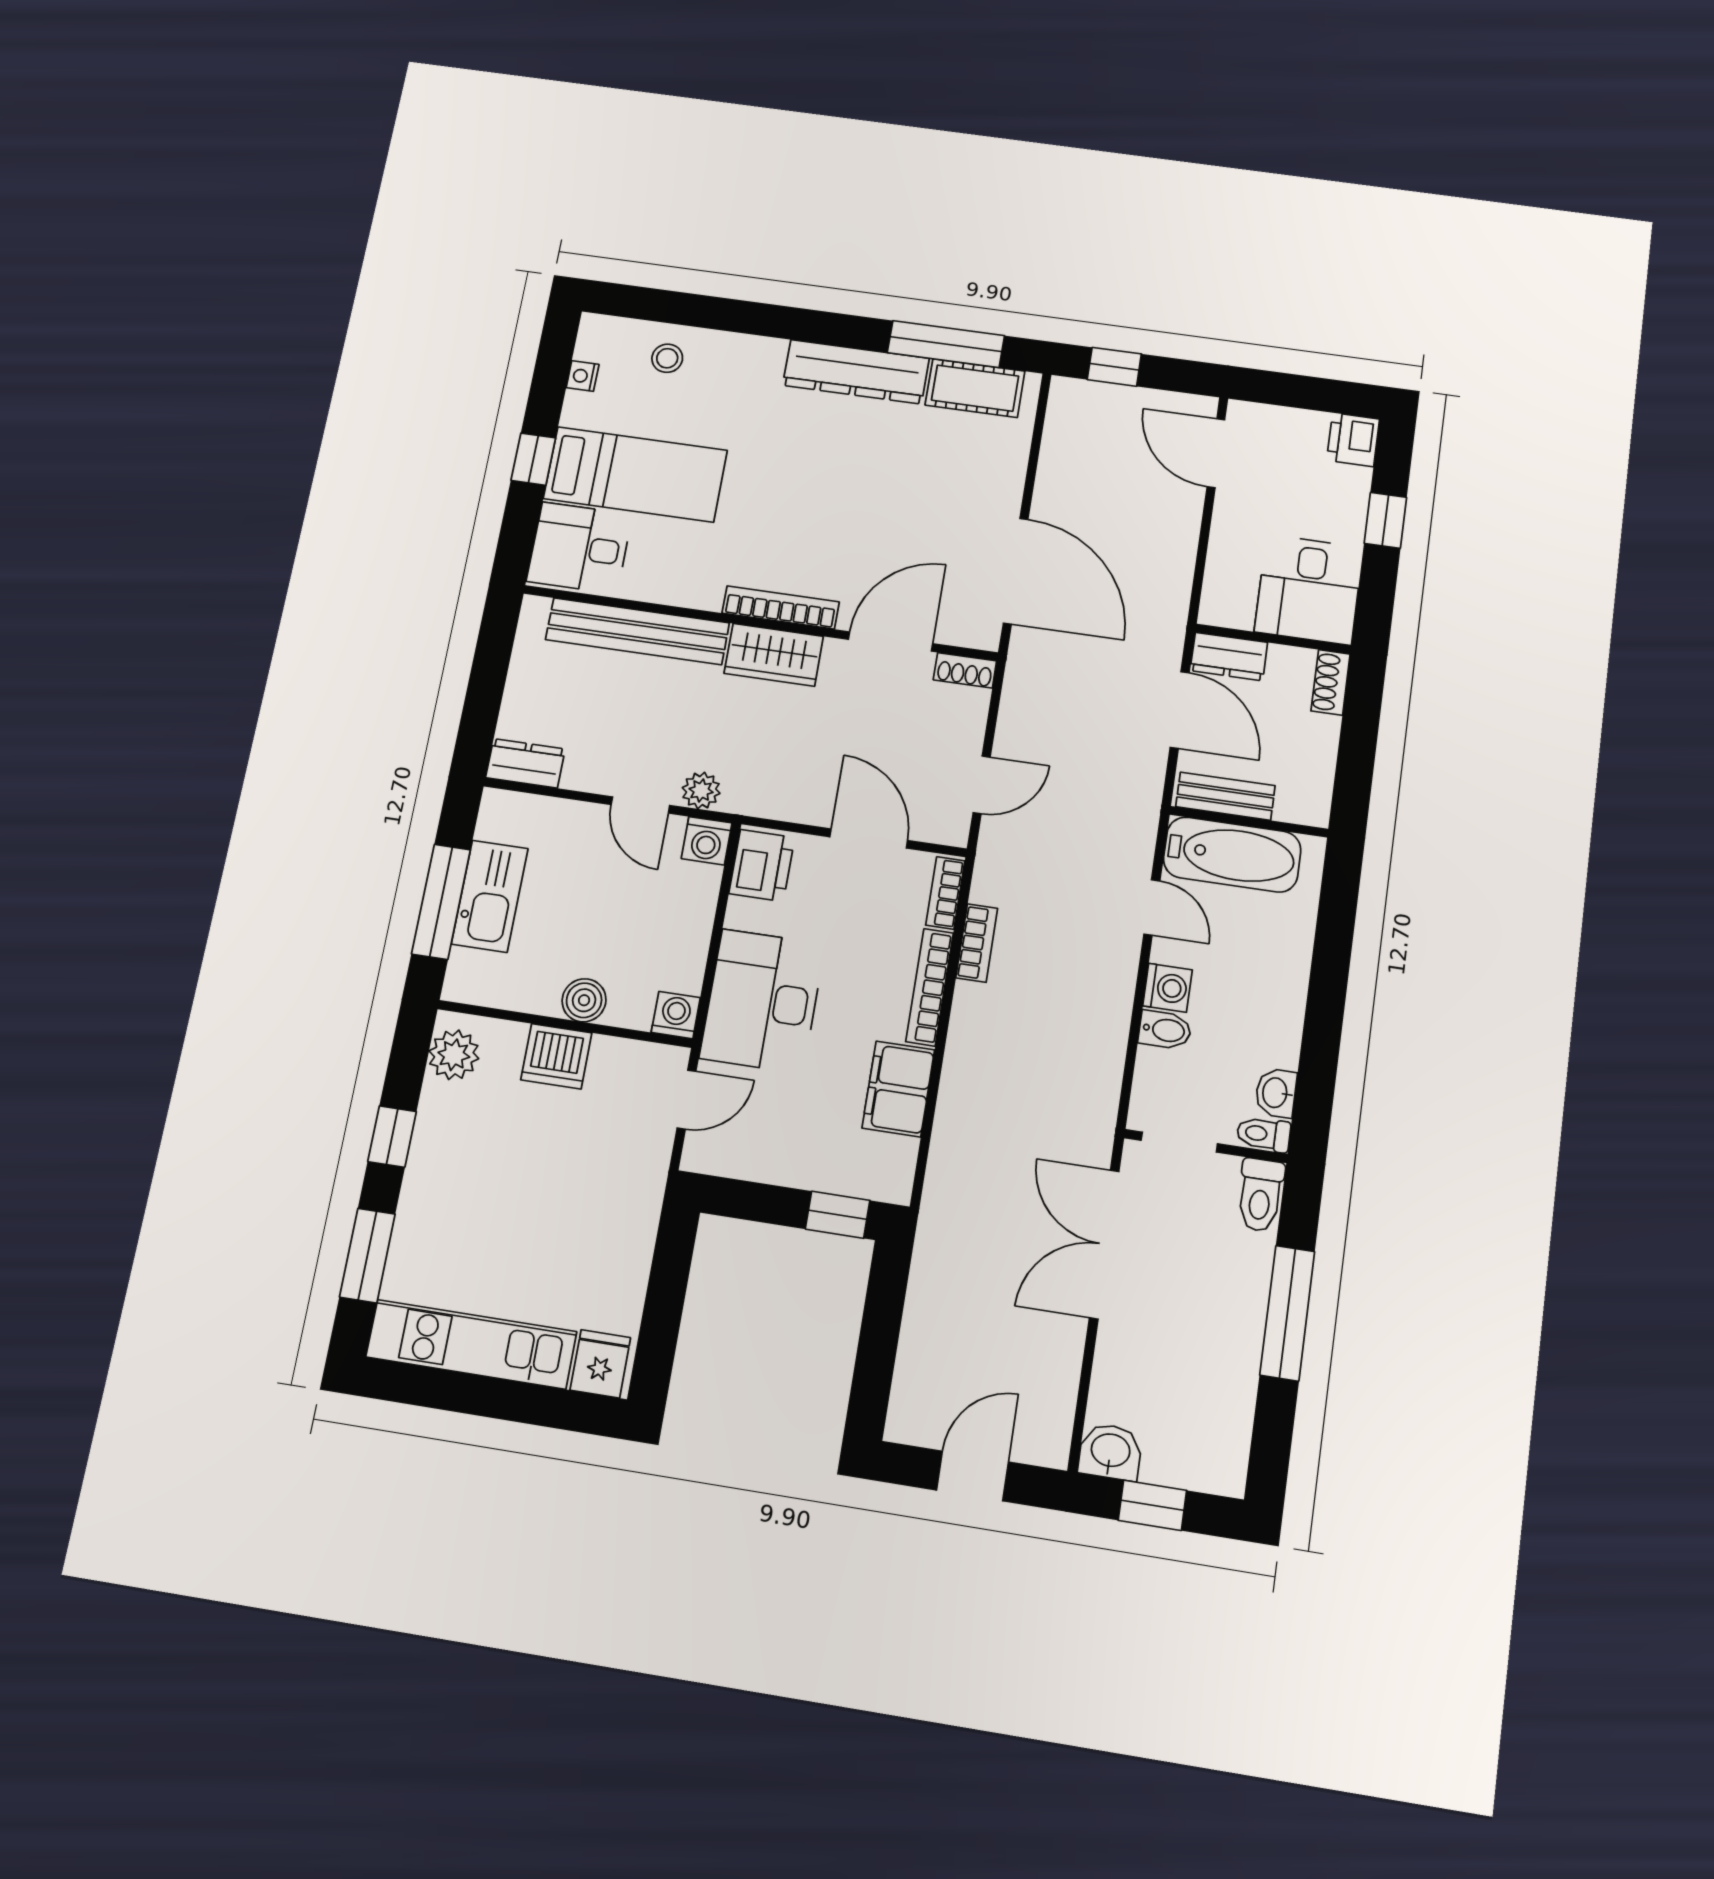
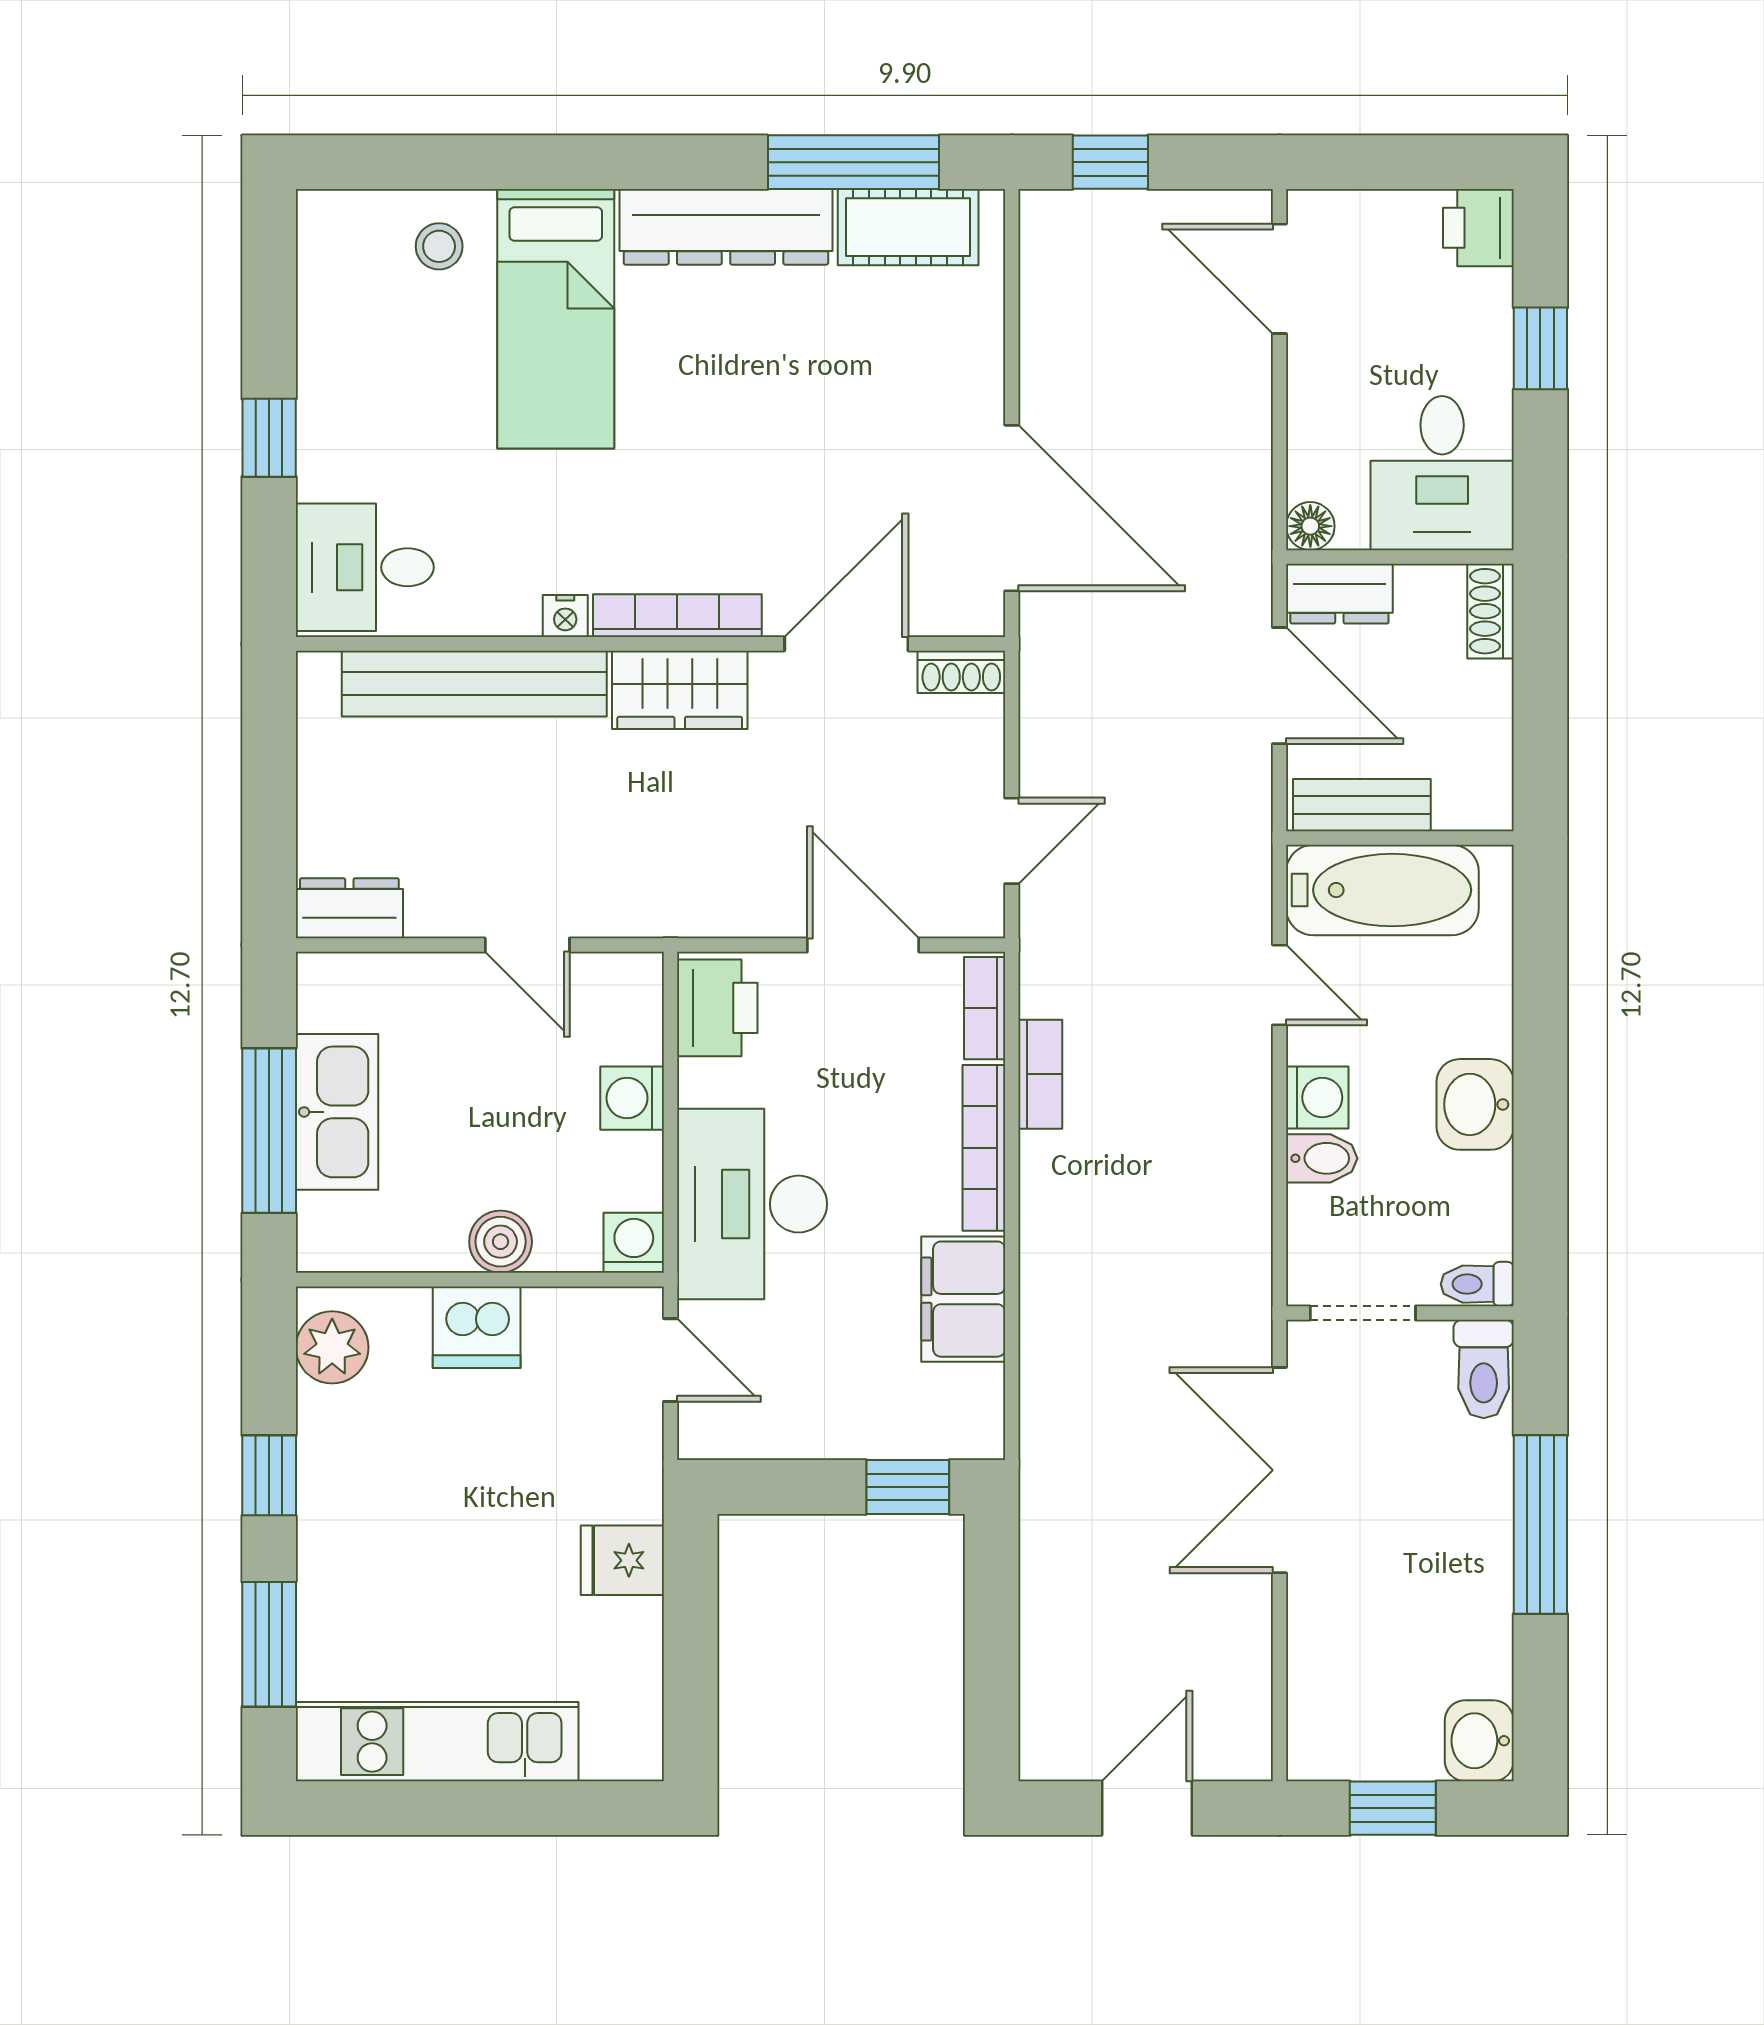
nightstand: (583, 376) -> (565, 616), moved, turned -90
bed: (635, 474) -> (556, 319), moved, turned 90
floor lamp: (1215, 611) -> (1310, 526), added
plant: (701, 791) -> (611, 910), removed
washing machine: (707, 841) -> (632, 1098), moved, turned 90
washbasin: (1276, 1093) -> (1475, 1104), moved, width x1.38, depth x1.45
door: (686, 1100) -> (671, 1360), hinge flipped
fridge: (600, 1364) -> (622, 1560), moved, turned -90
washbasin: (1110, 1452) -> (1479, 1741), moved, turned -90

